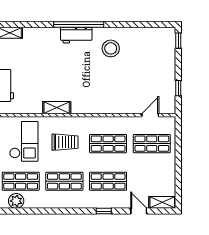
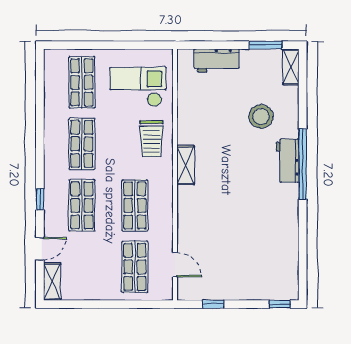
stool: (111, 48) -> (261, 116), moved
shelving: (57, 108) -> (186, 165), moved
checkout: (24, 141) -> (138, 87), turned 180
trolley: (65, 142) -> (151, 139), moved
plant: (16, 201) -> (54, 76), removed

